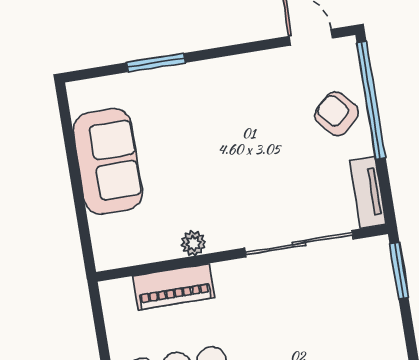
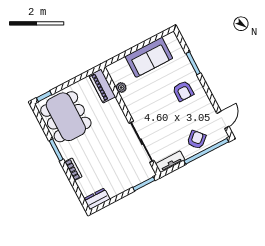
armchair: (213, 107) -> (183, 91), added
plant: (193, 243) -> (121, 87), moved
piano: (174, 287) -> (102, 86), moved

